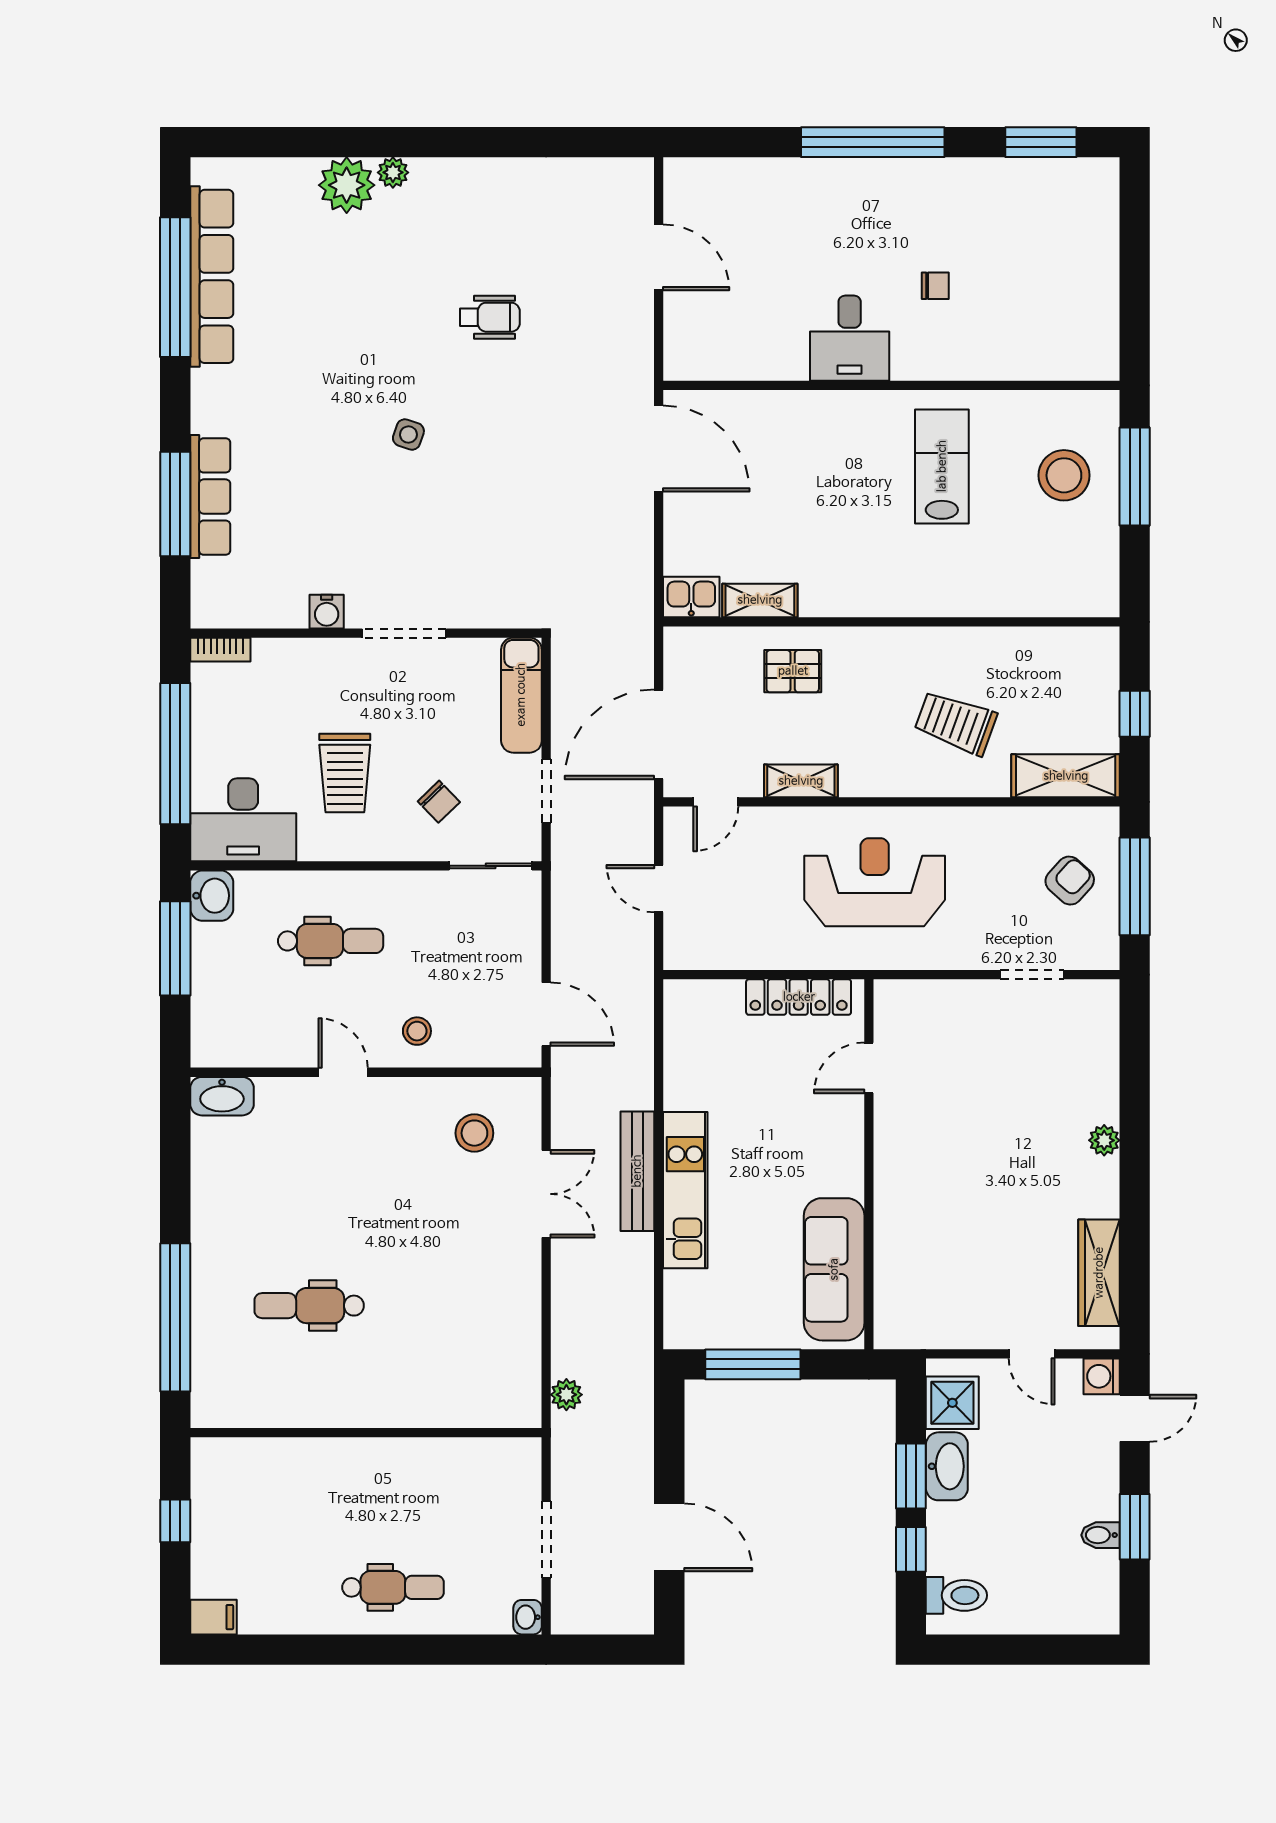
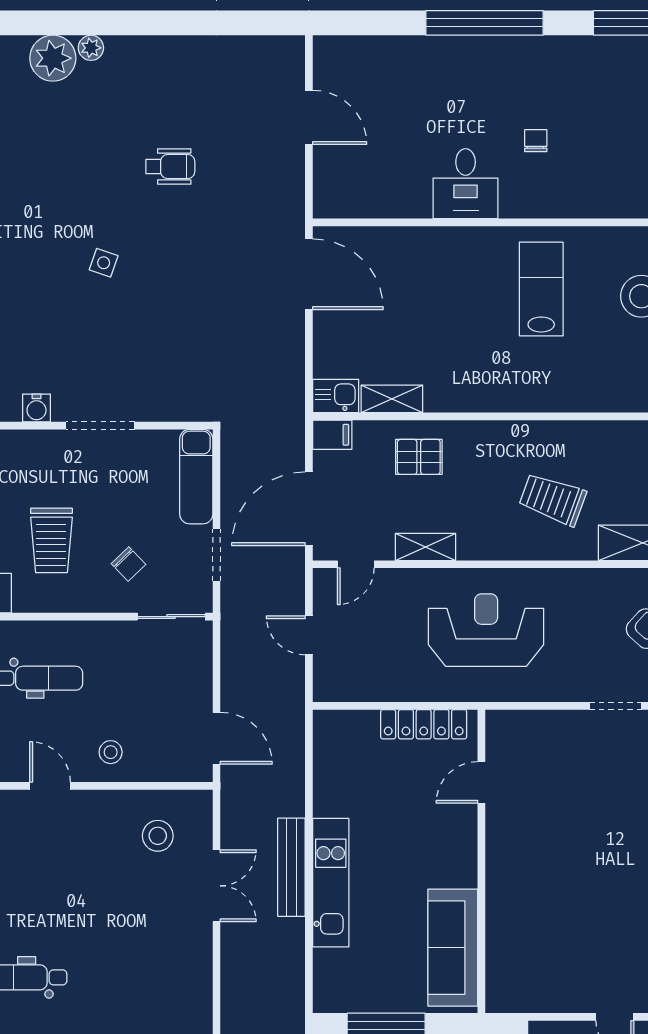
chair: (935, 286) -> (536, 141), turned -90
filing cabinet: (687, 644) -> (332, 435), added

